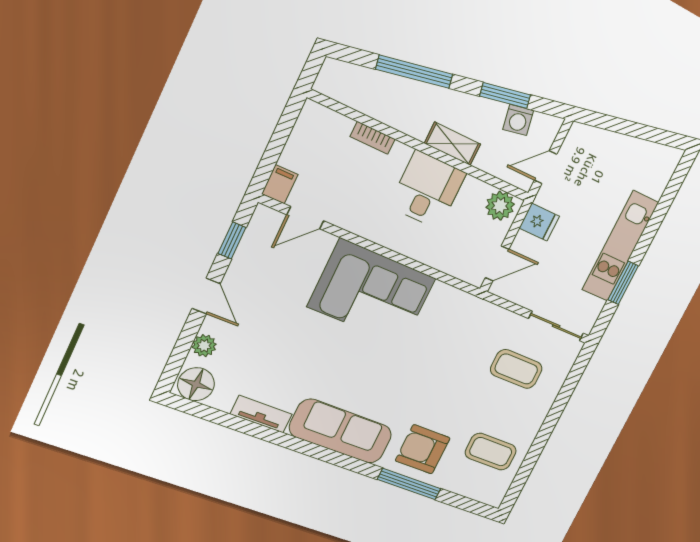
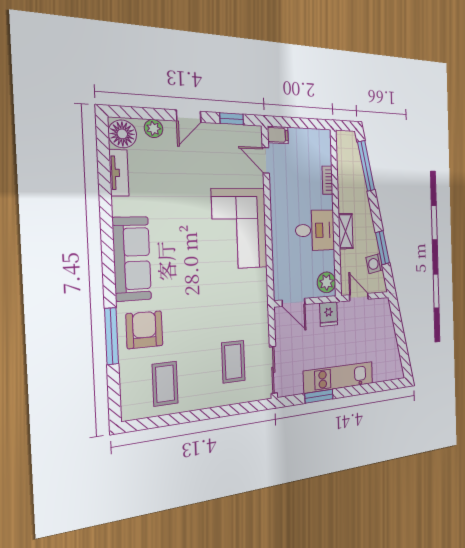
window: (414, 72) -> (366, 166), moved
tv unit: (261, 414) -> (119, 173), moved

